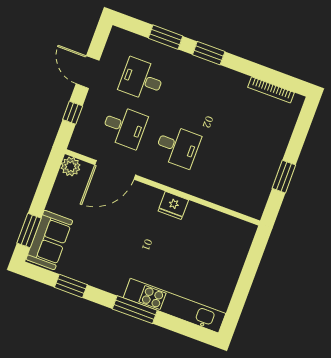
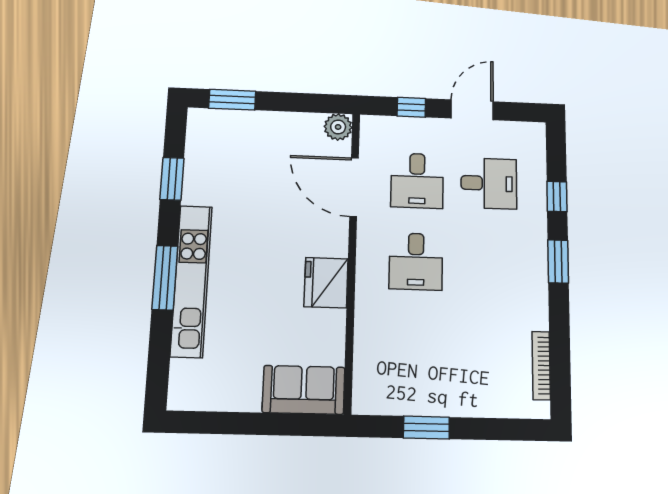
window: (166, 37) -> (557, 197), width x0.67
desk: (142, 80) -> (489, 183), turned 90
fridge: (173, 205) -> (326, 283), width x1.36, depth x1.34
sofa: (49, 240) -> (304, 390), moved, turned 180
kitchen unit: (174, 306) -> (191, 281), moved

